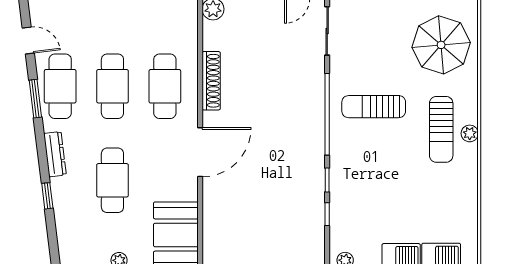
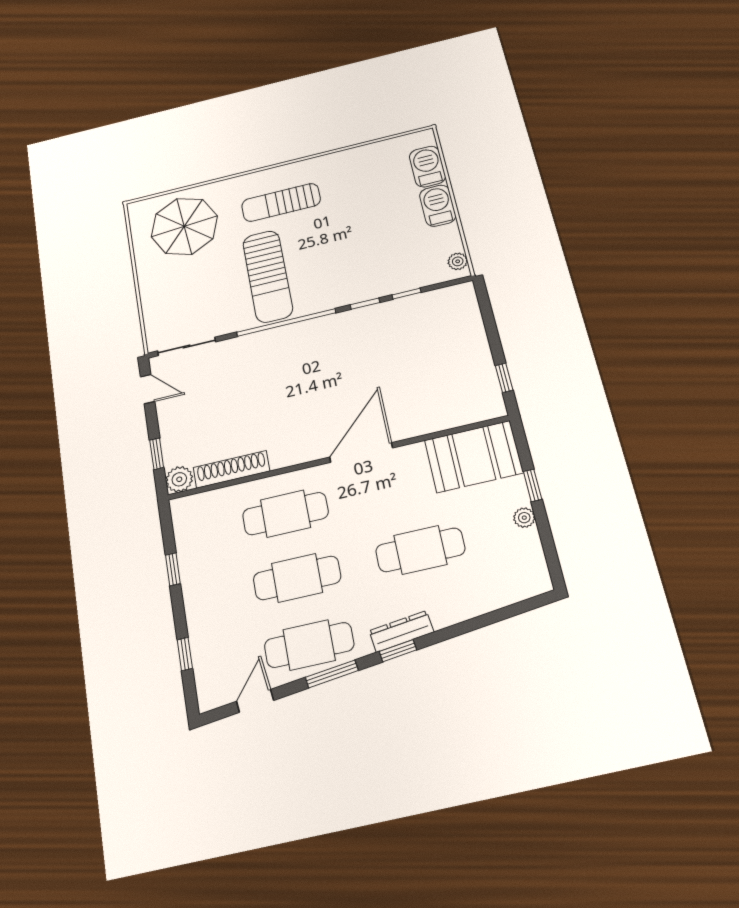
shoe rack: (211, 81) -> (231, 469), moved
sun lounger: (374, 107) -> (268, 276), width x1.36, depth x1.34
sun lounger: (441, 129) -> (281, 202), turned 180
plant: (470, 133) -> (280, 174), removed
door: (200, 152) -> (361, 453), hinge flipped
window: (47, 196) -> (398, 651), moved

